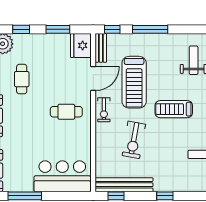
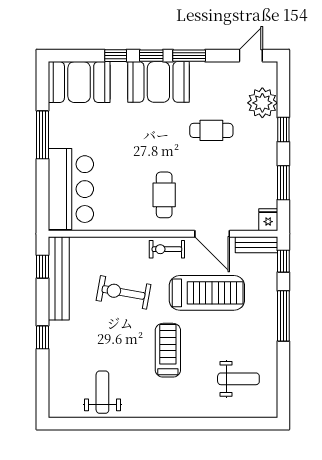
fridge: (81, 45) -> (268, 220), width x0.53, depth x0.75
treadmill: (134, 82) -> (207, 293), turned 180

